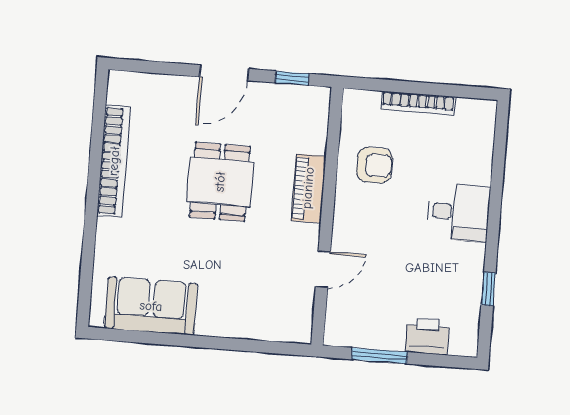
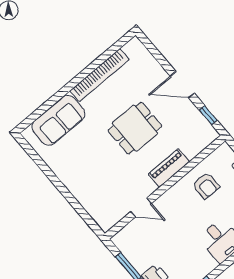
sofa: (151, 306) -> (58, 120), moved, turned 90

